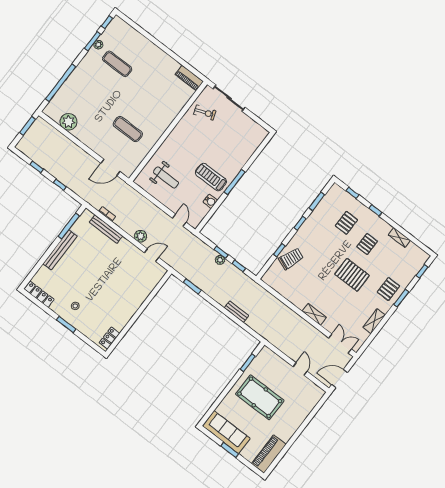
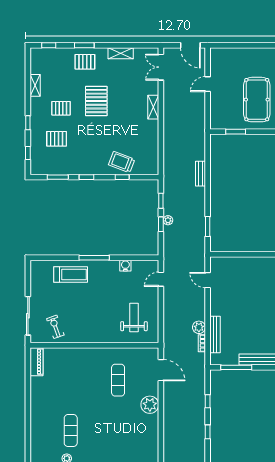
plant: (68, 122) -> (150, 405), moved
treadmill: (211, 177) -> (71, 275), moved, turned -90
plant: (141, 236) -> (199, 327), moved

